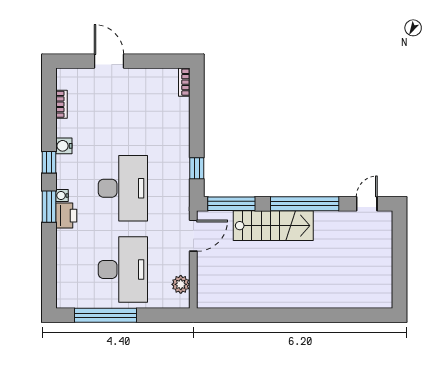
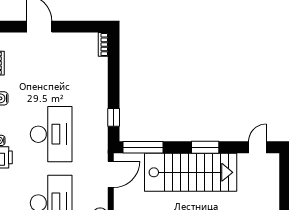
window: (305, 204) -> (205, 147), width x0.47
stairs: (273, 226) -> (191, 172), width x1.36, depth x1.51

